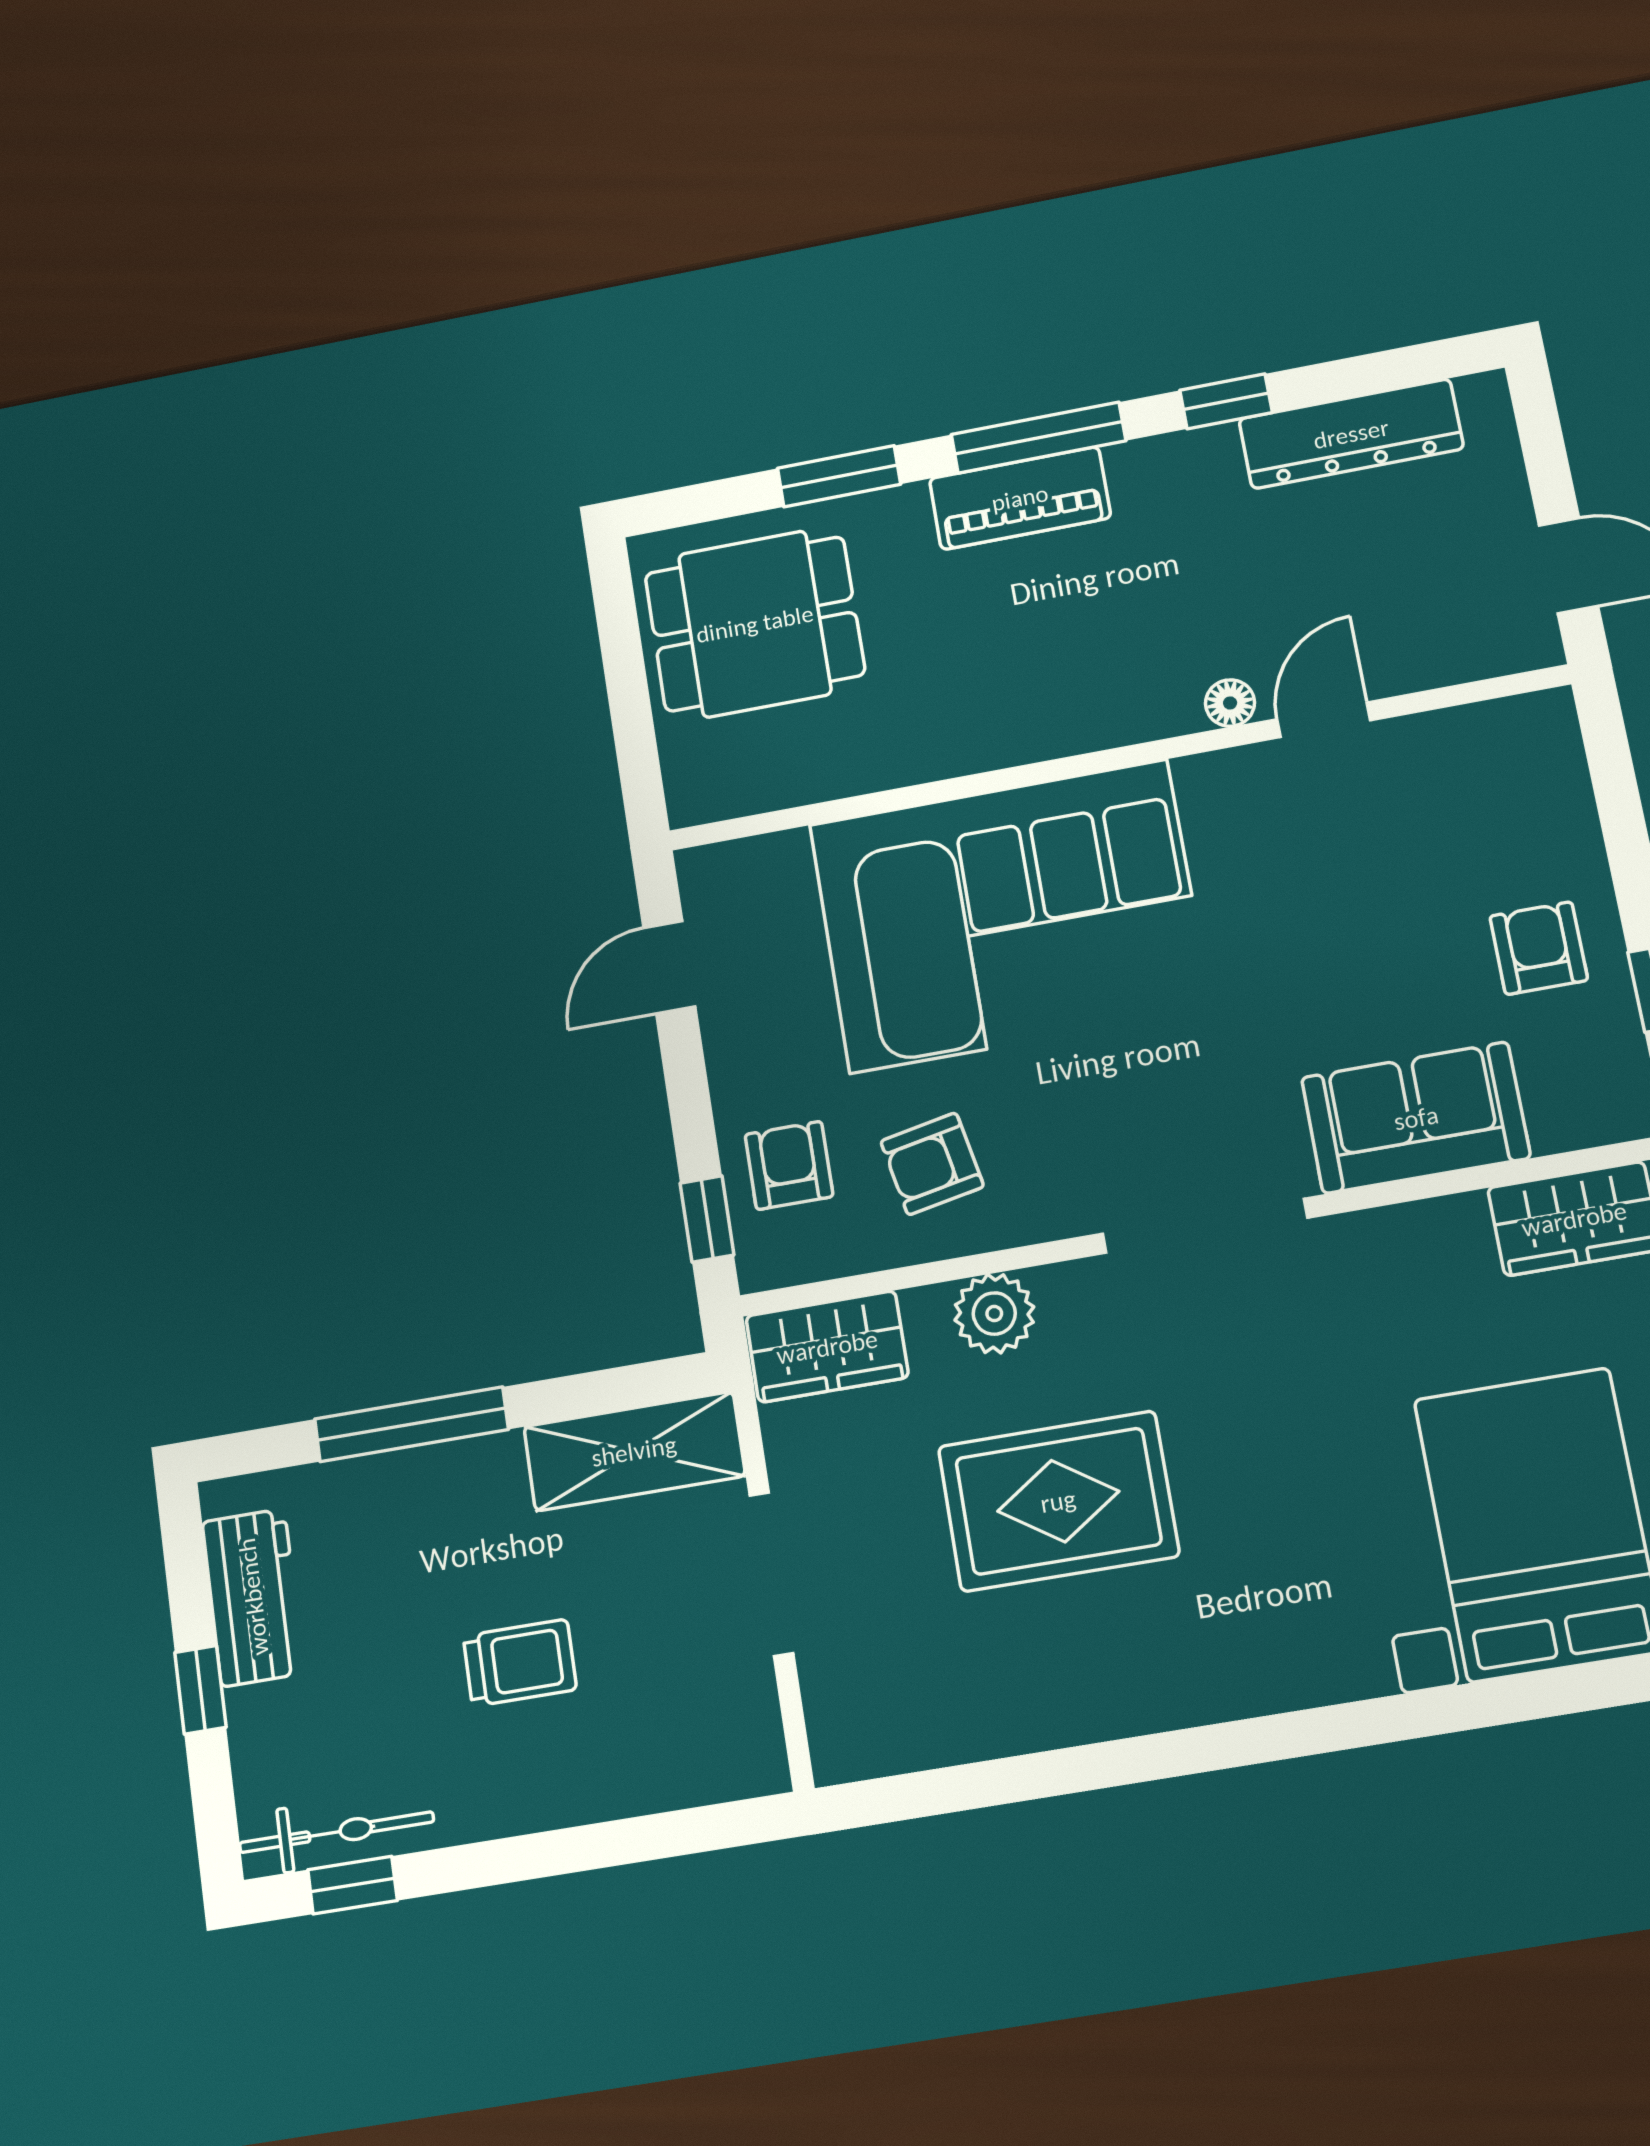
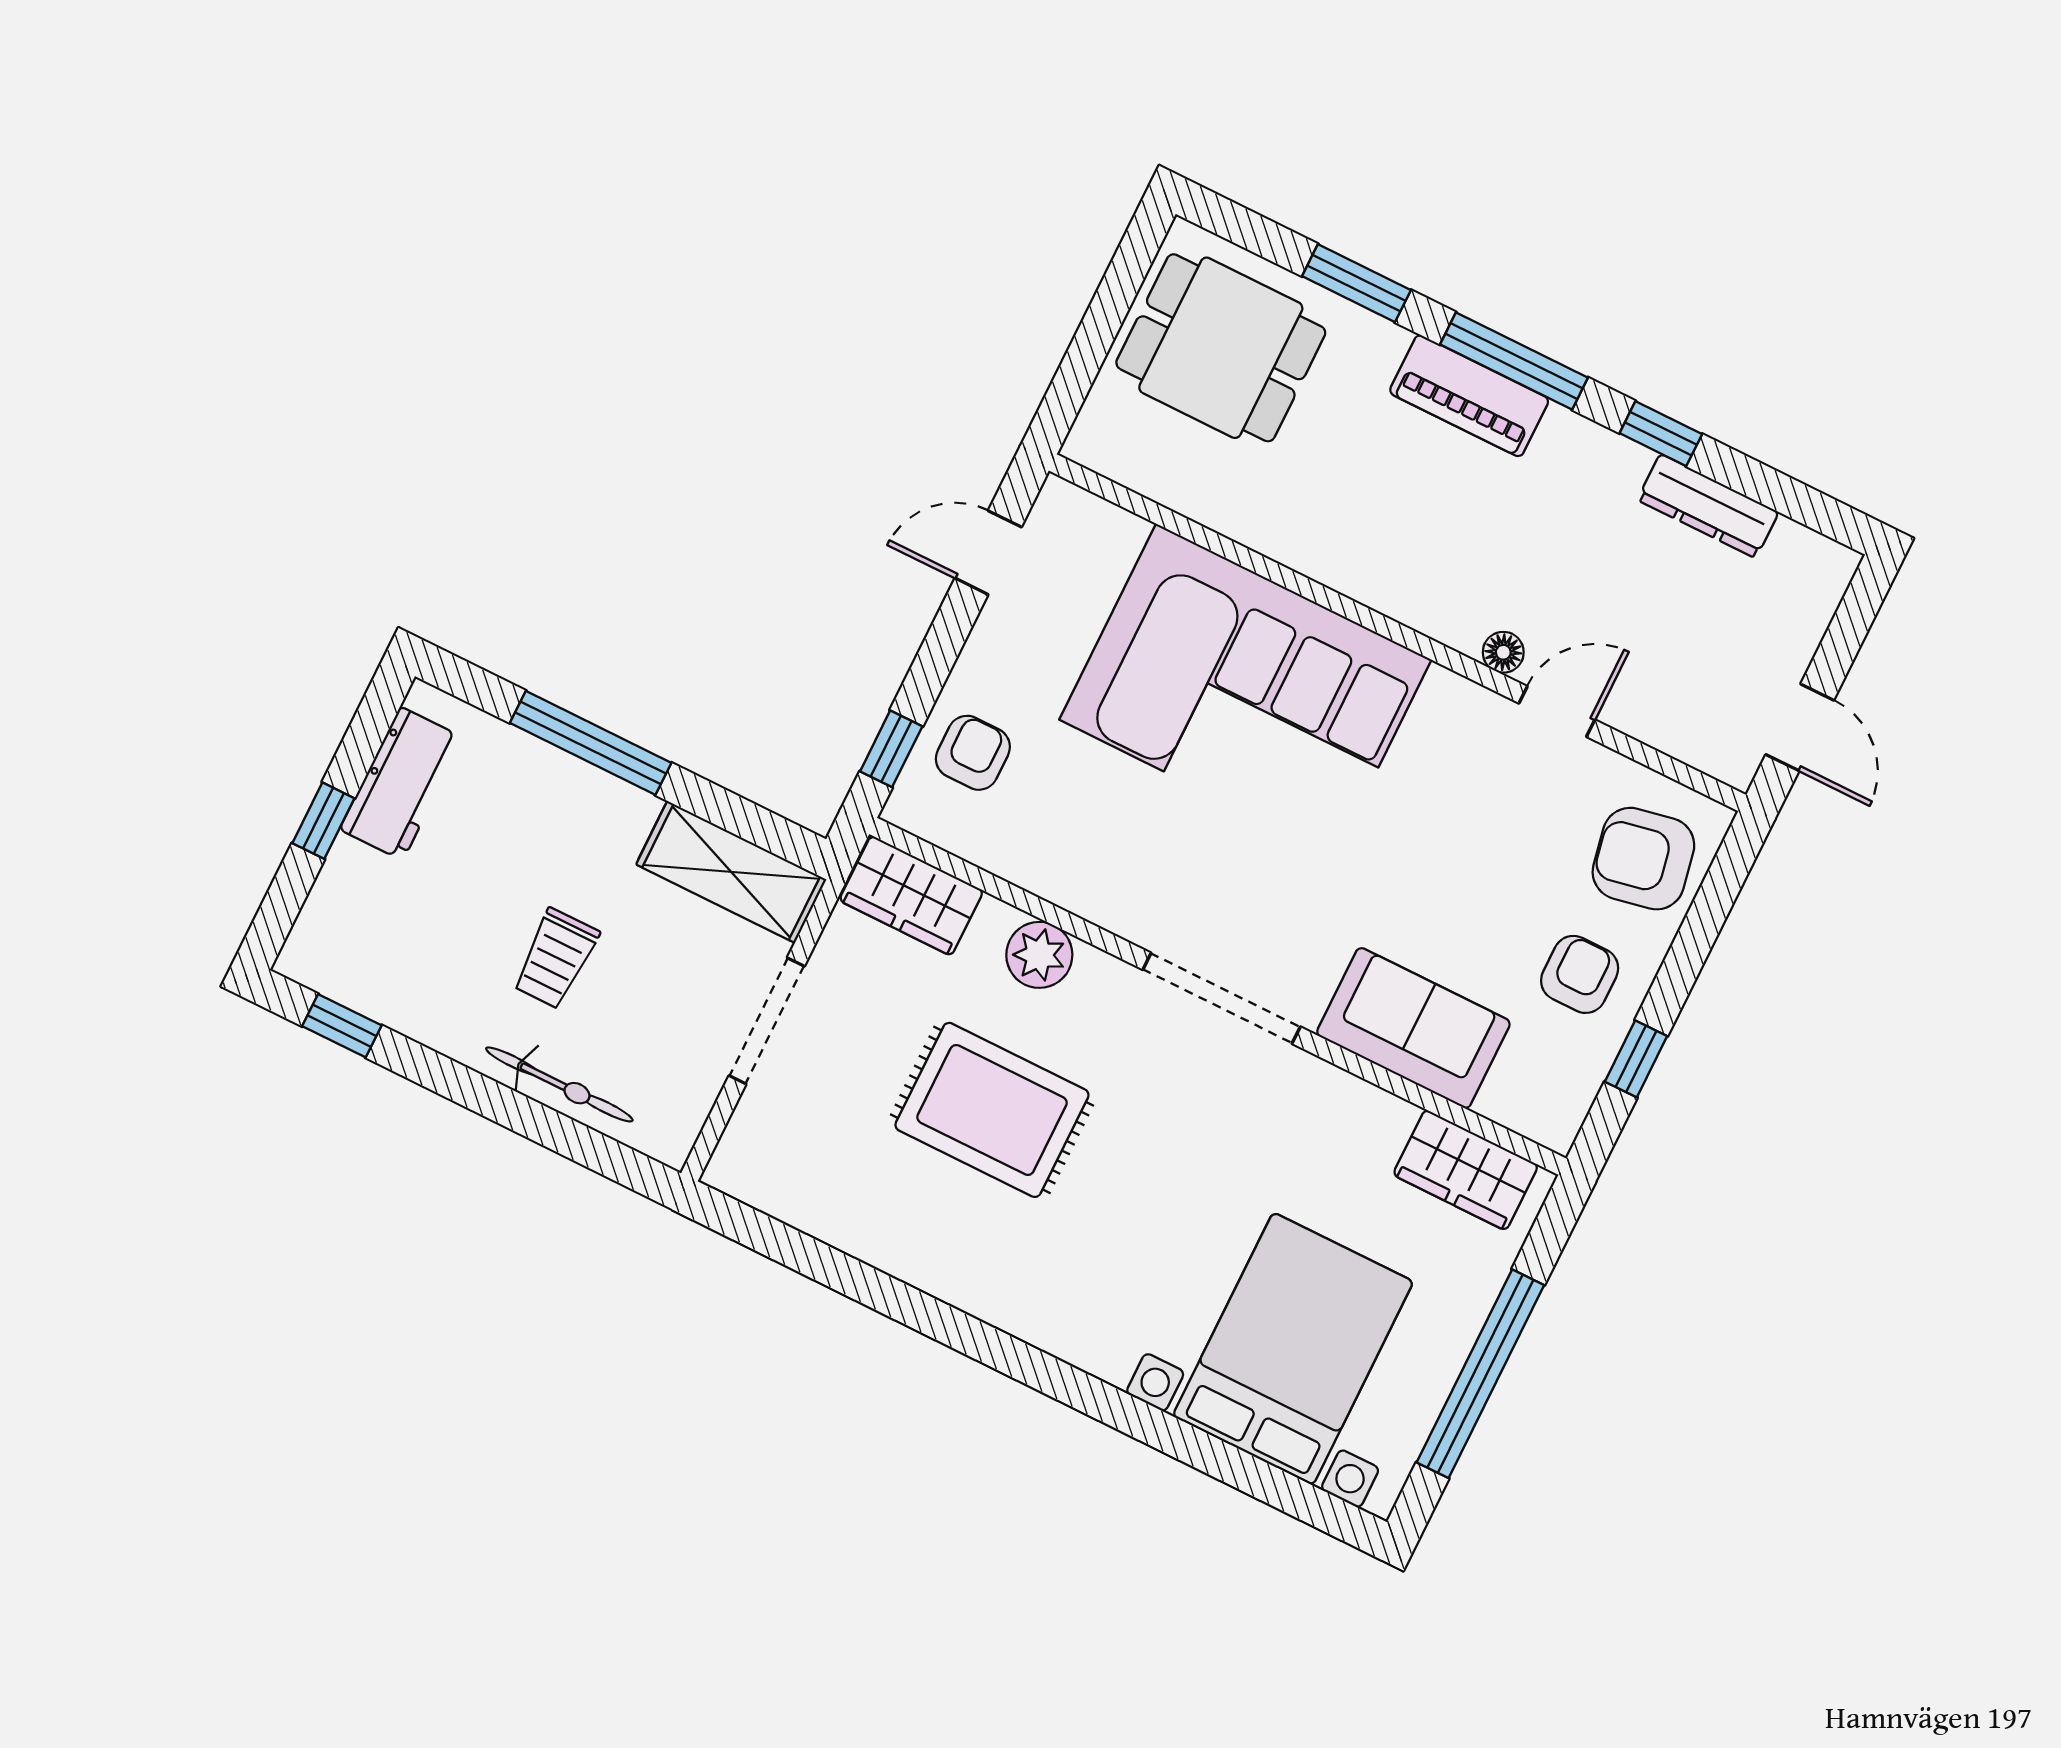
dresser: (1351, 434) -> (1708, 506), width x0.73, depth x0.80
armchair: (932, 1164) -> (1643, 859), moved, width x1.38, depth x1.38
trolley: (520, 1663) -> (556, 959), turned 90
bicycle: (336, 1832) -> (559, 1084), moved

